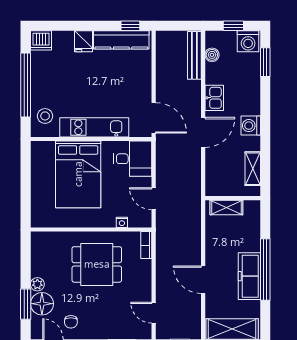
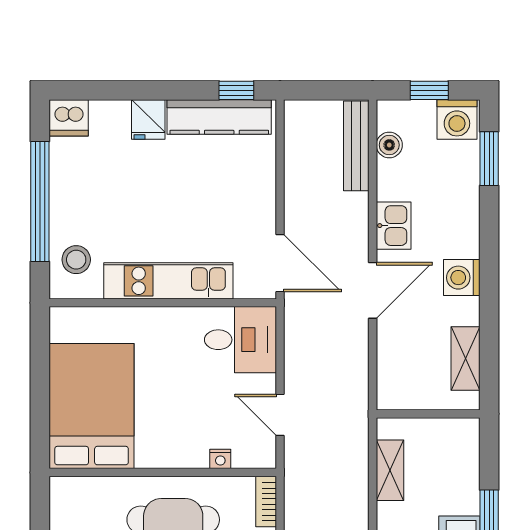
bed: (78, 174) -> (92, 406), moved, turned 180
shelving: (226, 207) -> (390, 470), moved, turned 90

